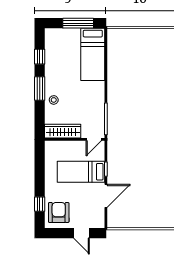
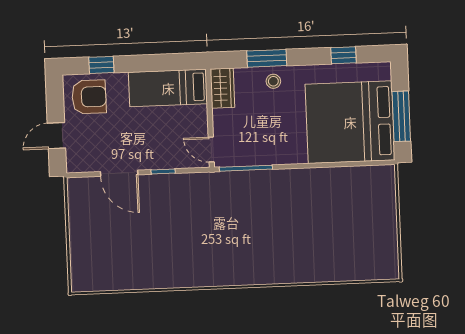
bed: (93, 54) -> (350, 122), width x2.04
window: (40, 88) -> (267, 58), moved
wardrobe: (63, 131) -> (222, 88), width x0.67
bed: (81, 172) -> (168, 88), moved, turned -90

